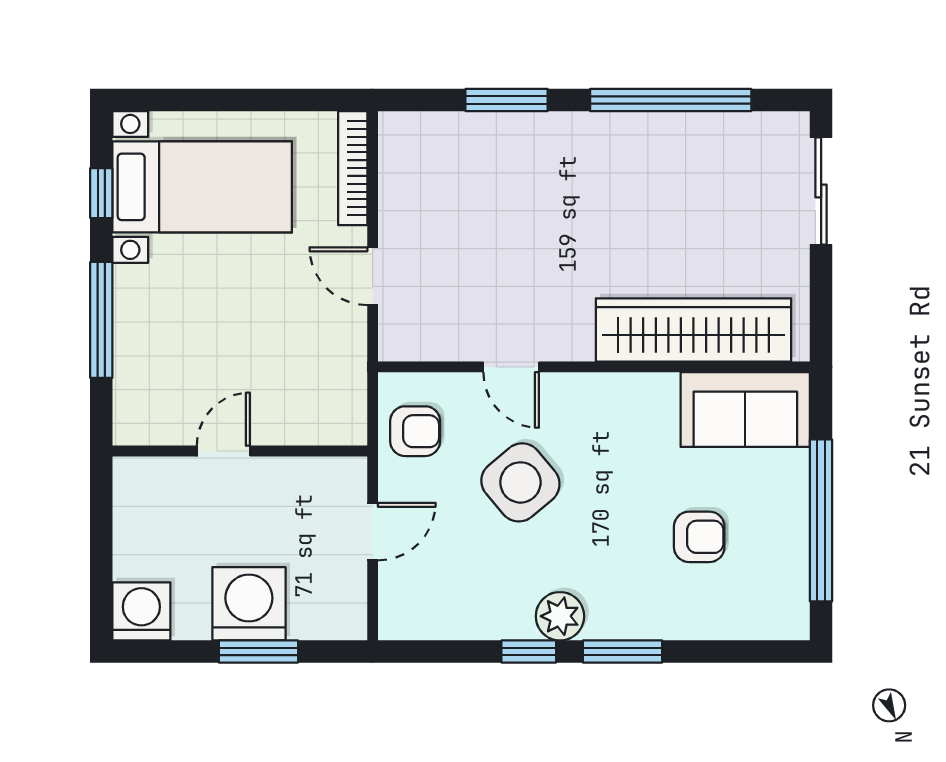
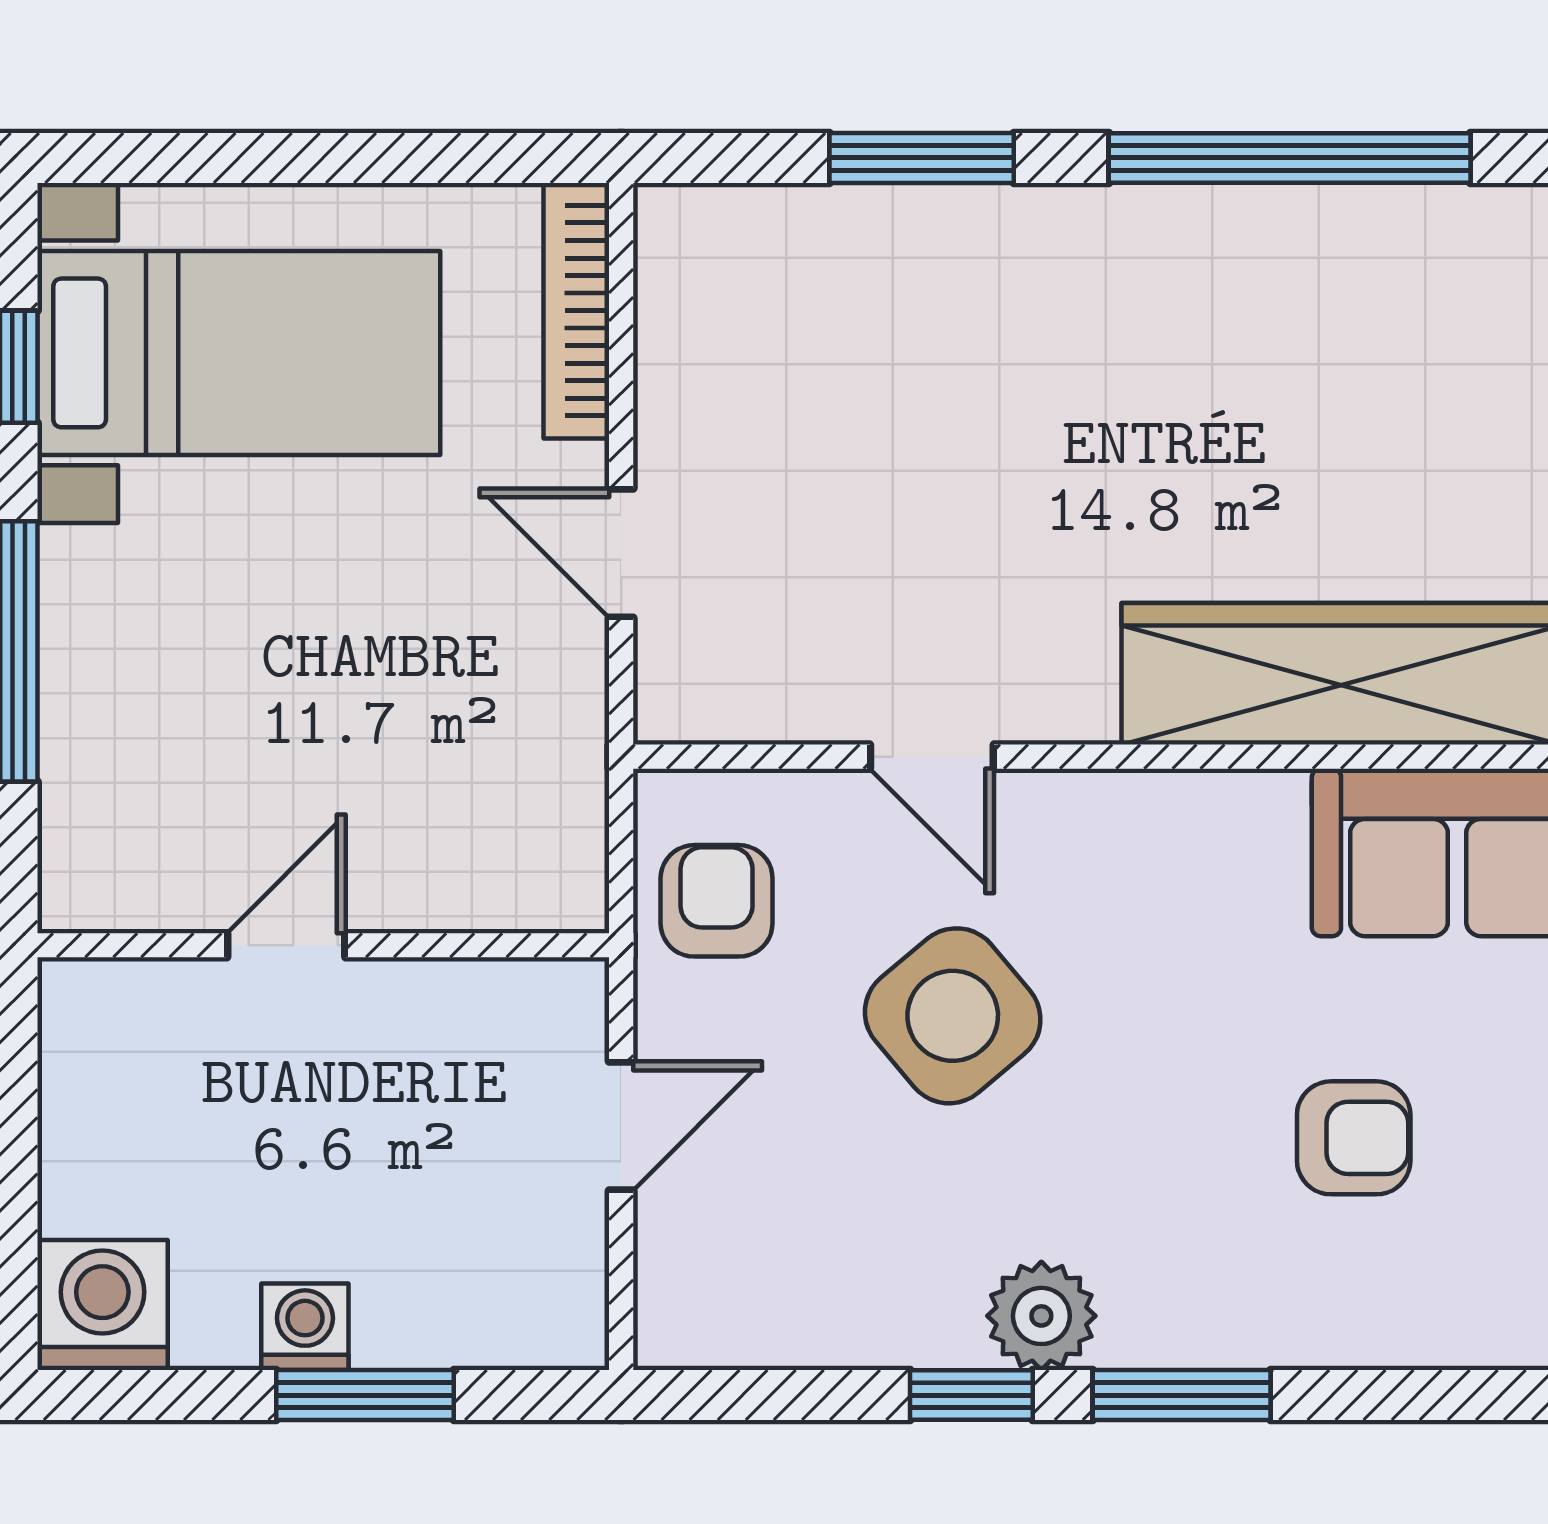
armchair: (415, 431) -> (717, 901), turned -90
washing machine: (249, 604) -> (305, 1327), width x0.53, depth x0.53

